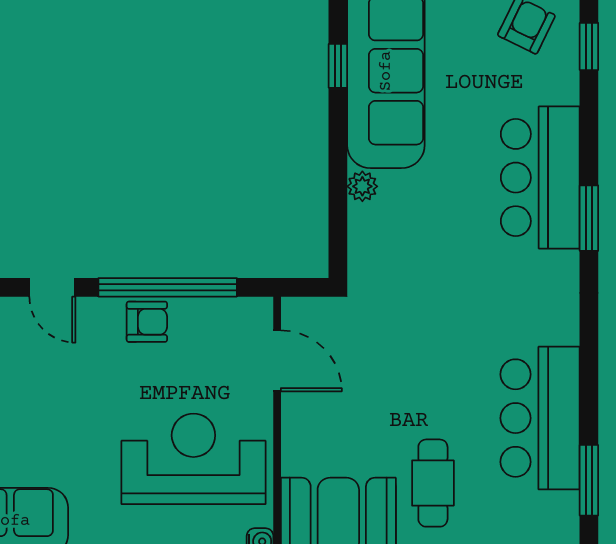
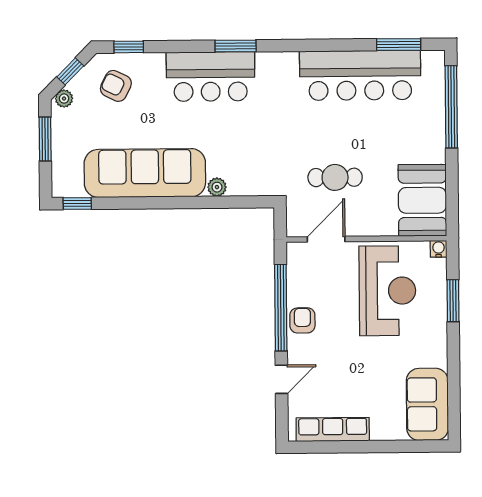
window: (338, 66) -> (142, 203), removed
bar counter: (540, 418) -> (360, 75), width x1.36
reception desk: (193, 459) -> (387, 291), turned 180
cafe table: (433, 483) -> (335, 177), moved

